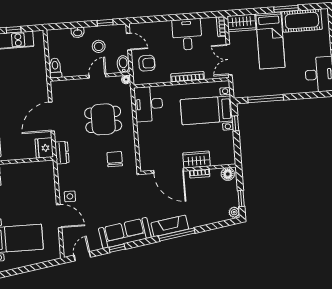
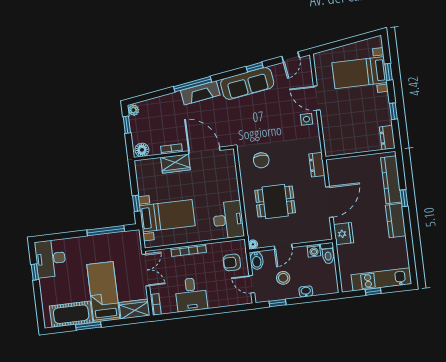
washing machine: (68, 71) -> (314, 251), added
fridge: (44, 148) -> (344, 234), moved

